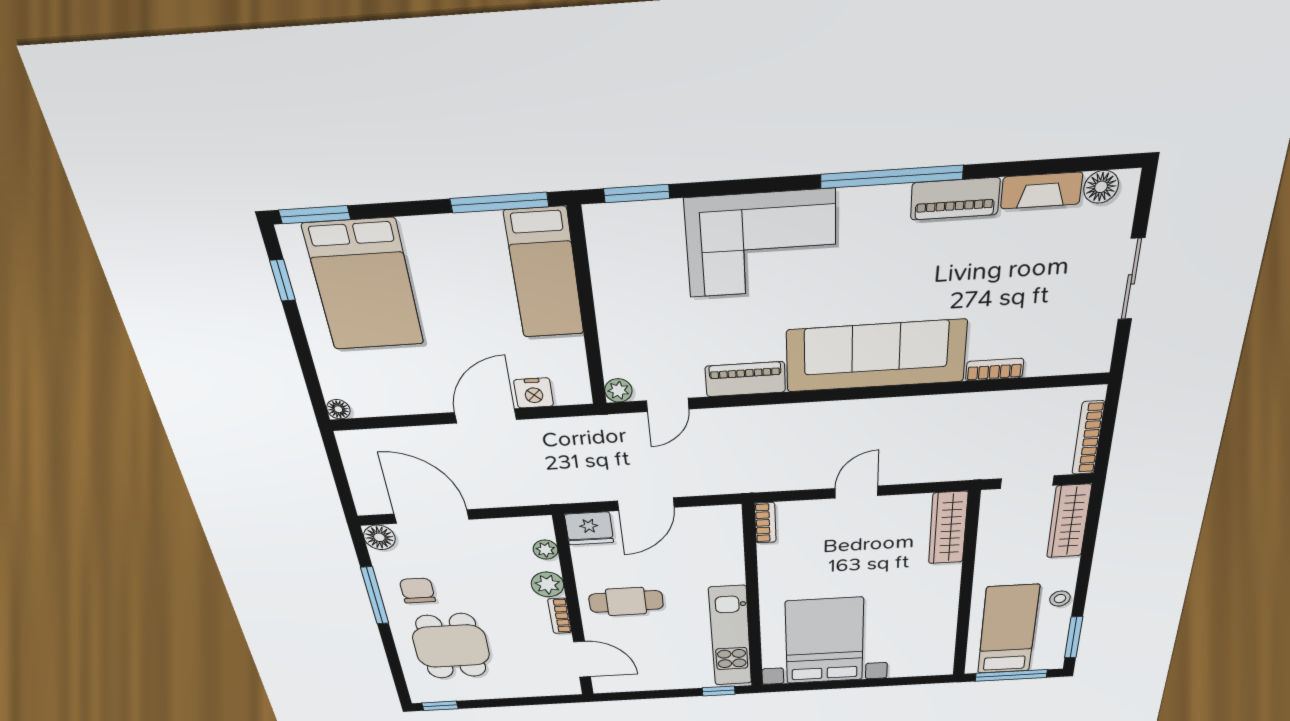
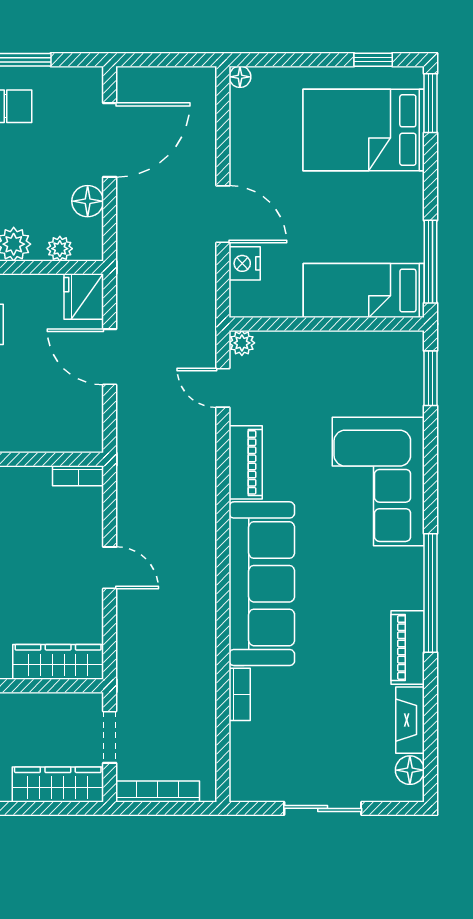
floor lamp: (379, 537) -> (88, 201), moved

